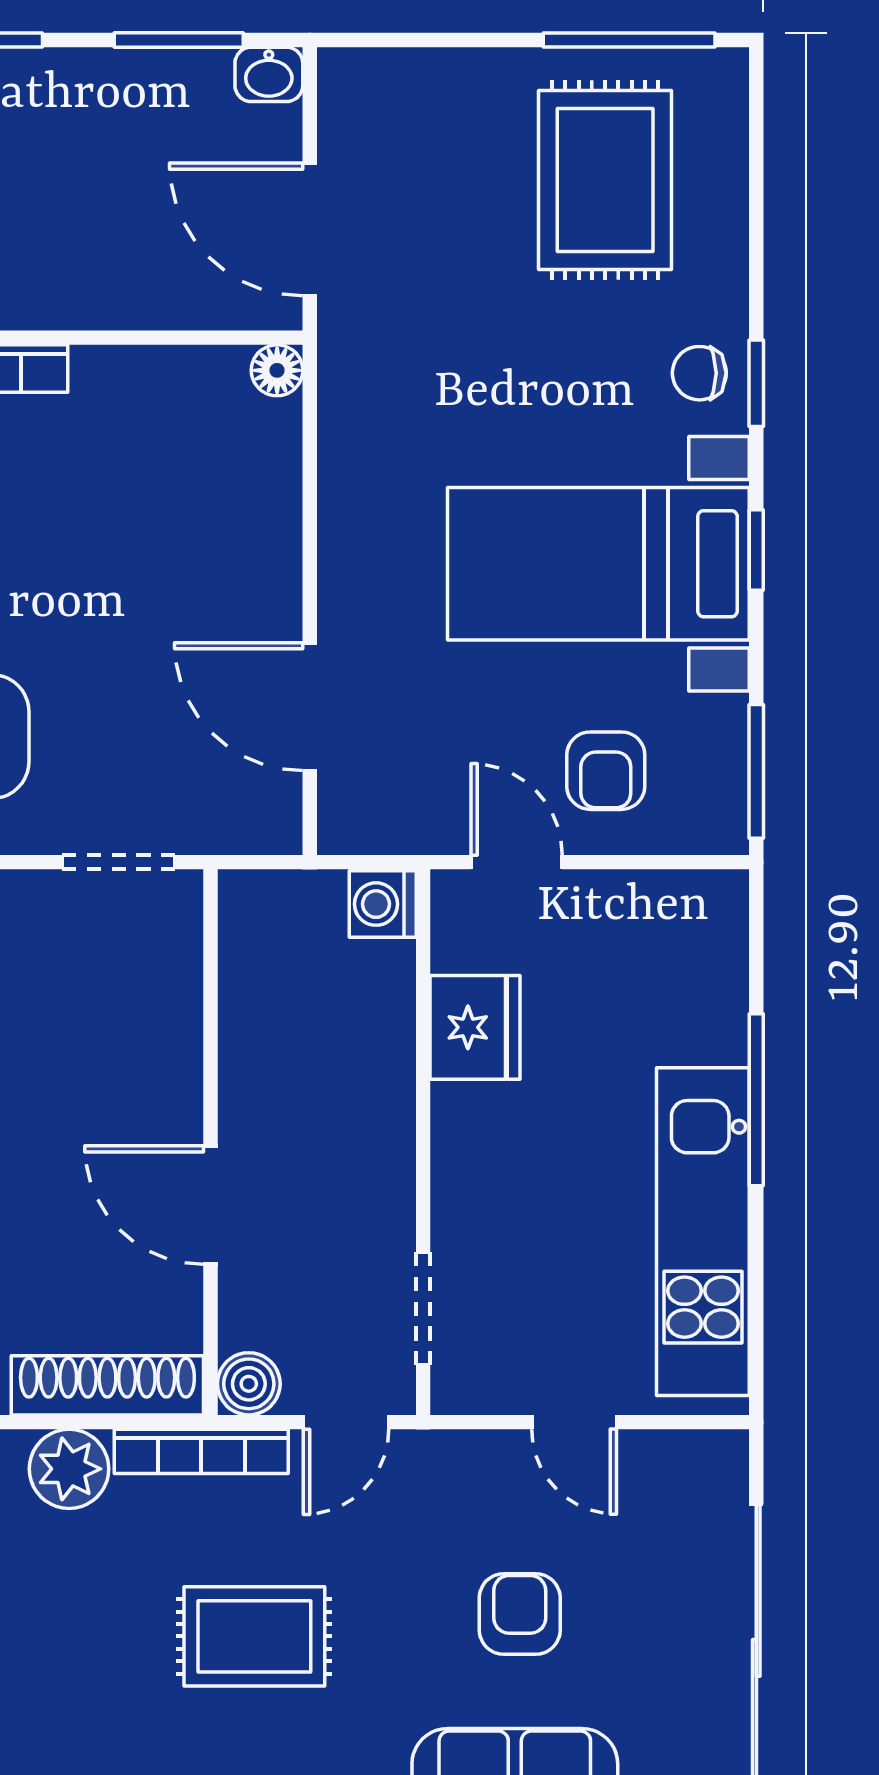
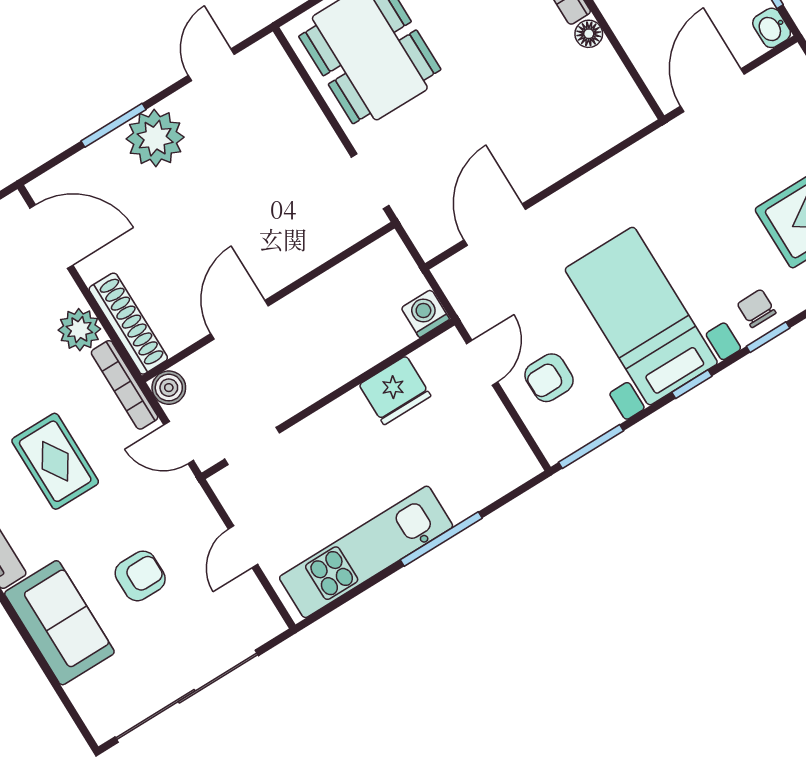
floor lamp: (277, 370) -> (589, 34), moved

